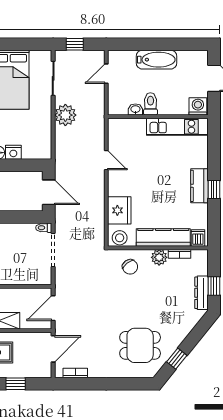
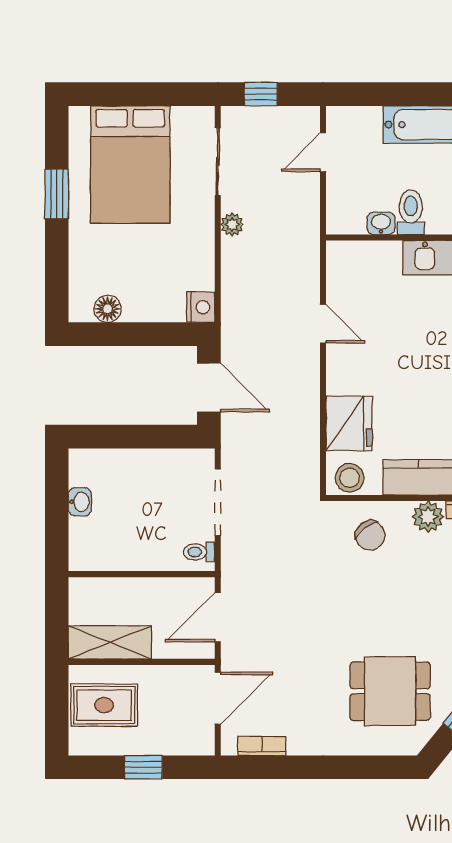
plant: (65, 115) -> (232, 224), width x0.53, depth x0.53
nightstand: (13, 152) -> (201, 307), moved, turned -90
toilet: (44, 228) -> (199, 552), moved

